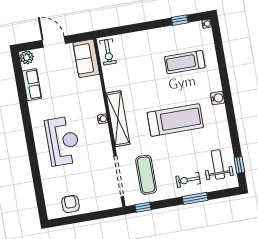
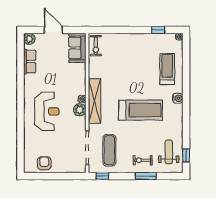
treadmill: (185, 62) -> (167, 69), moved, turned 90
plant: (102, 132) -> (80, 110), added

